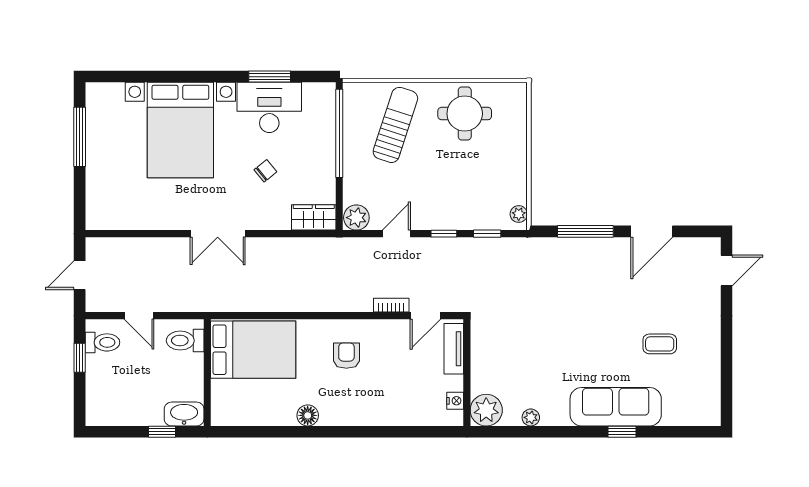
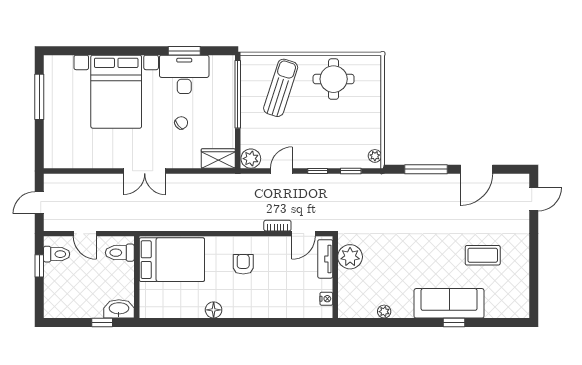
coffee table: (660, 344) -> (483, 255), width x1.36, depth x1.30
plant: (486, 410) -> (350, 257), moved

